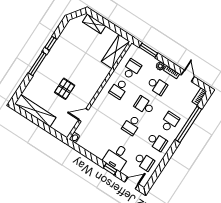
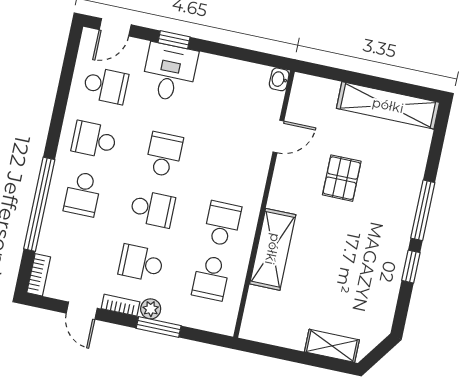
window: (148, 50) -> (159, 327), moved
shelving: (116, 52) -> (273, 249), moved
school desk: (144, 161) -> (106, 85), turned 180

